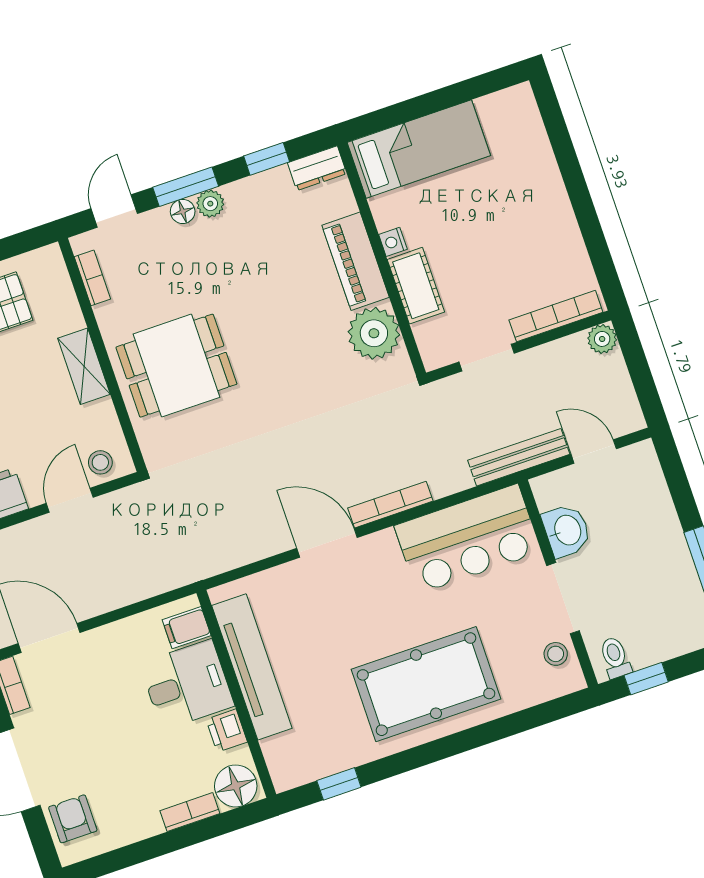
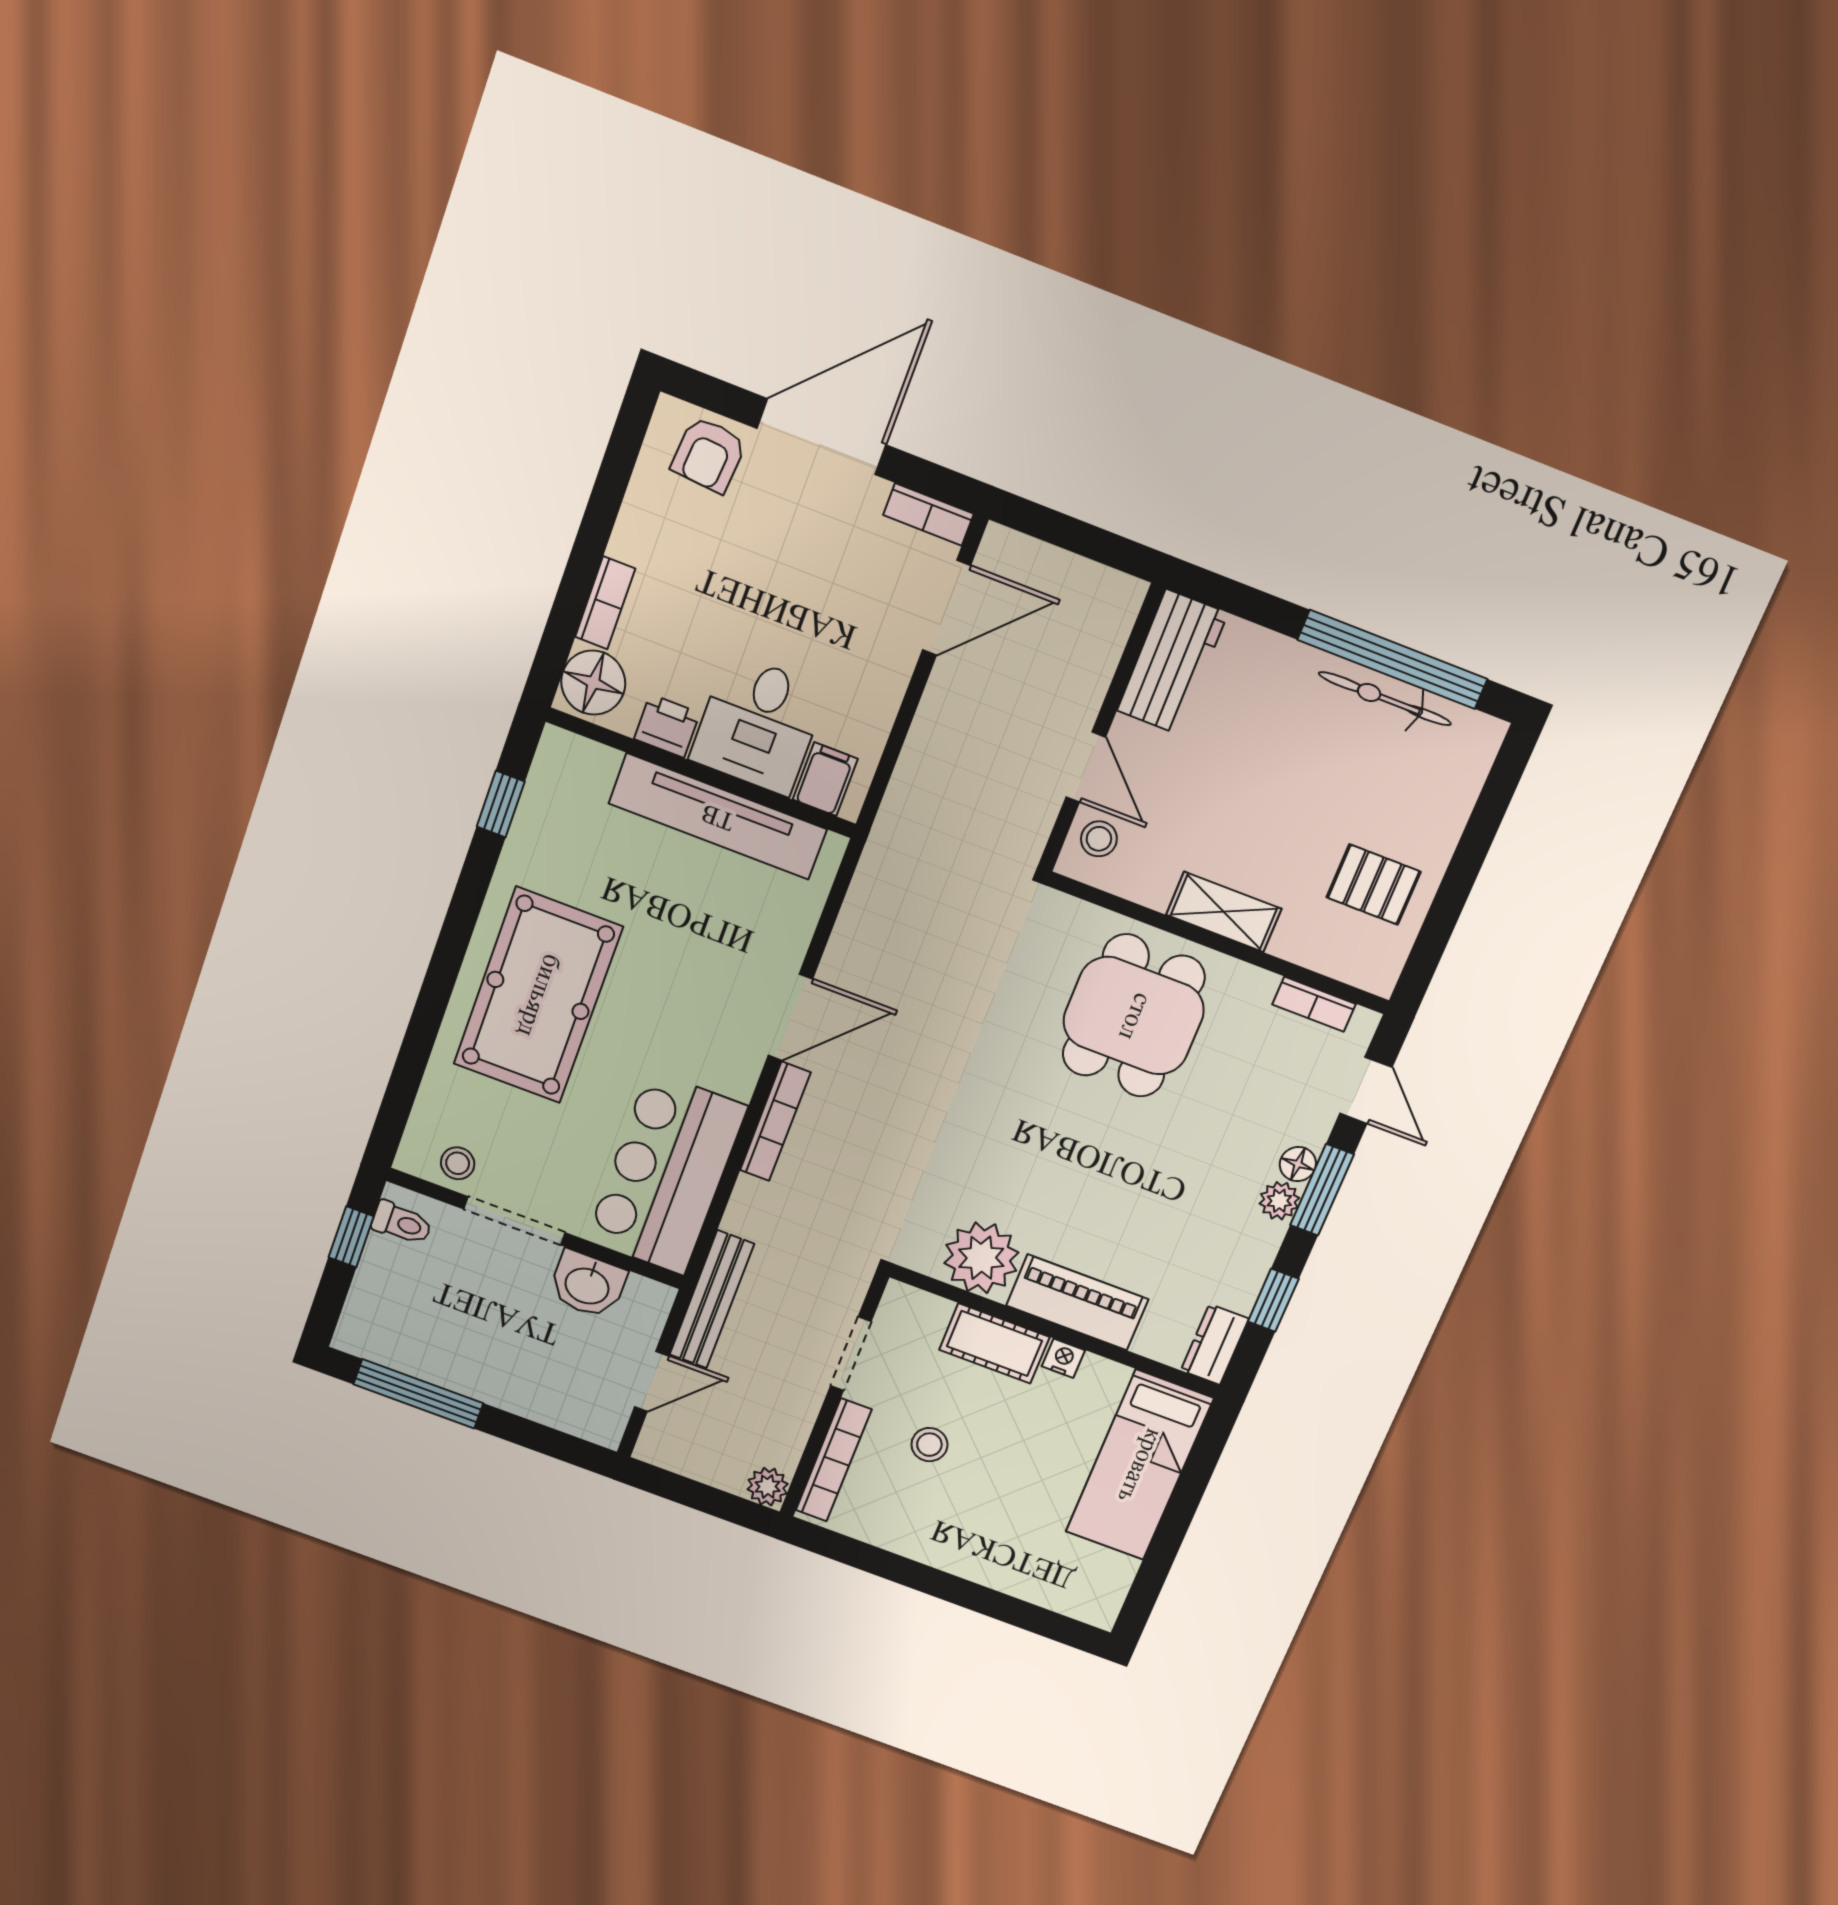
stool: (503, 272) -> (929, 1445), added
armchair: (73, 819) -> (709, 455), turned 95

